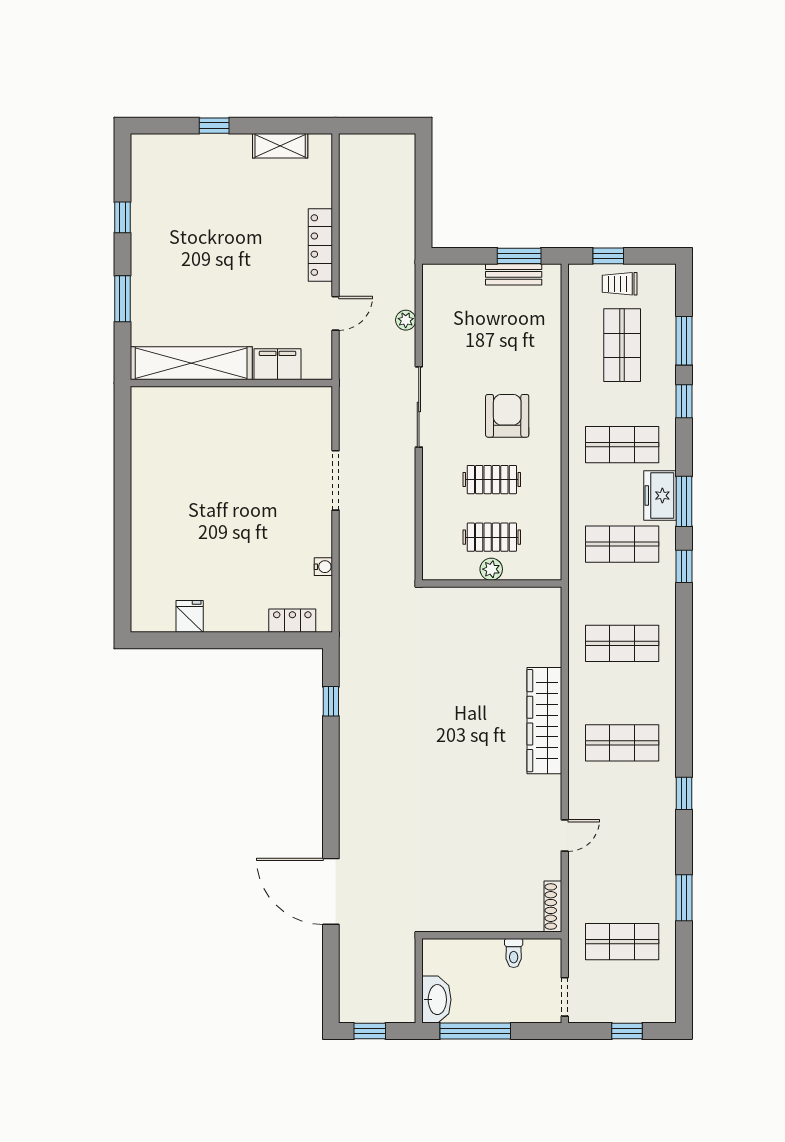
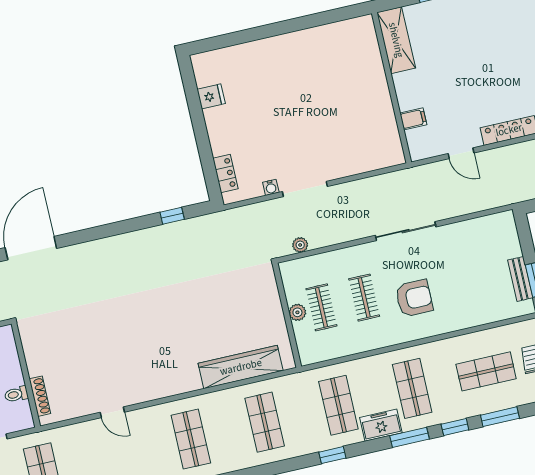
plant: (406, 320) -> (300, 245), moved
shelving: (191, 363) -> (396, 40), width x0.68
filing cabinet: (278, 364) -> (413, 119), width x0.50
doorway: (336, 480) -> (305, 189), moved
window: (684, 501) -> (410, 437), moved
wardrobe: (544, 721) -> (241, 367), moved
shoe rack: (553, 906) -> (40, 396), moved, turned 90

